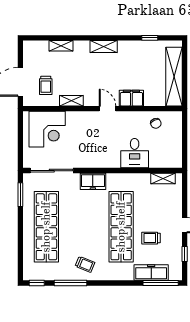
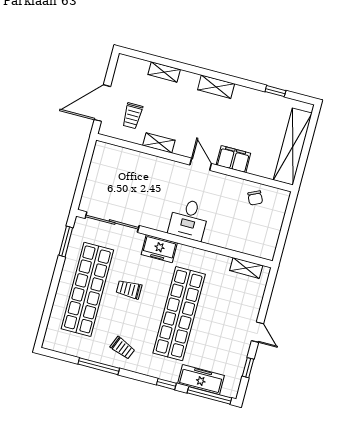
corner desk: (47, 129) -> (120, 170), removed
desk: (135, 153) -> (189, 220), moved
trolley: (151, 238) -> (129, 289), moved
window: (37, 283) -> (166, 384), moved

